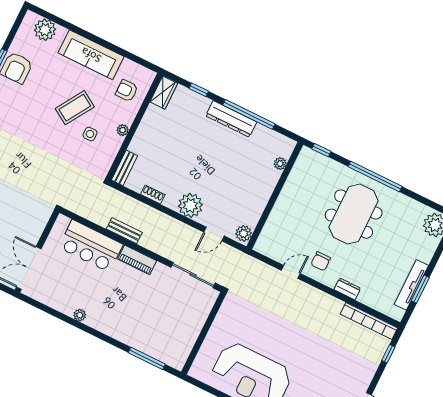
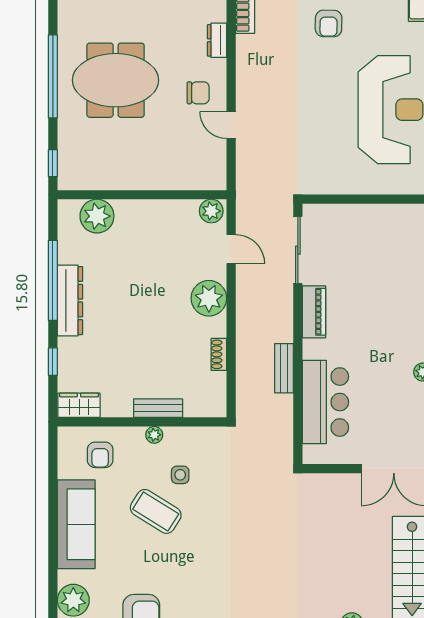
plant: (280, 164) -> (97, 216), width x1.87, depth x1.87
bench: (124, 168) -> (158, 408), moved
piano: (137, 260) -> (314, 312), moved
armchair: (324, 363) -> (329, 23), added

